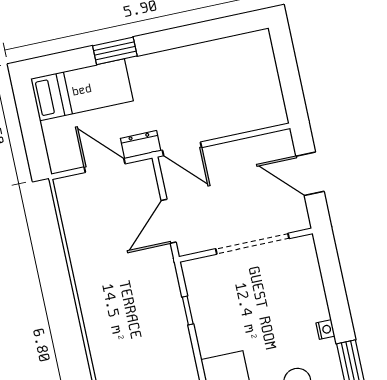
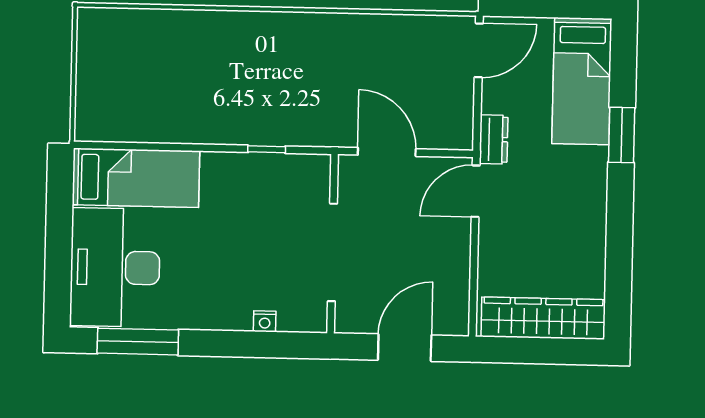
wardrobe: (264, 77) -> (543, 318), added
door: (105, 165) -> (479, 50), moved
nightstand: (325, 330) -> (265, 321), moved

